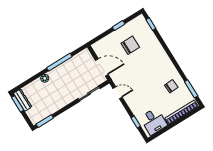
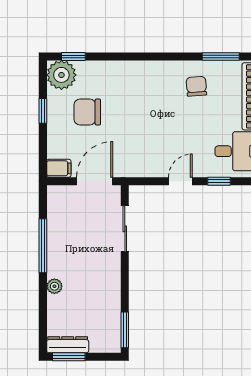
plant: (139, 24) -> (61, 75), added
chair: (130, 45) -> (87, 112), turned -90
filing cabinet: (98, 48) -> (59, 168), added
door: (118, 93) -> (180, 181), moved

